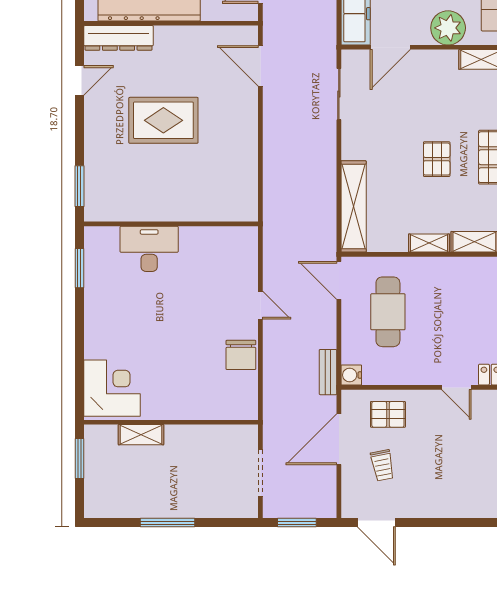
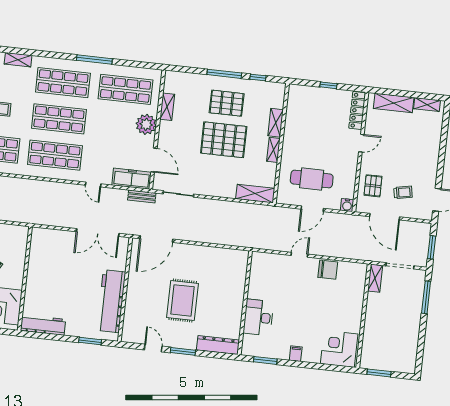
dresser: (118, 38) -> (218, 345), moved, turned -90
door: (260, 66) -> (156, 239), width x1.36
pallet: (437, 159) -> (224, 140), width x2.05, depth x2.00
window: (79, 186) -> (183, 351), moved
shelving: (354, 206) -> (255, 194), width x0.68
door: (339, 280) -> (312, 209), moved
filing cabinet: (96, 317) -> (296, 354), added
bench: (328, 372) -> (142, 196), moved
shelving: (141, 435) -> (375, 278), moved
window: (167, 523) -> (426, 297), moved

